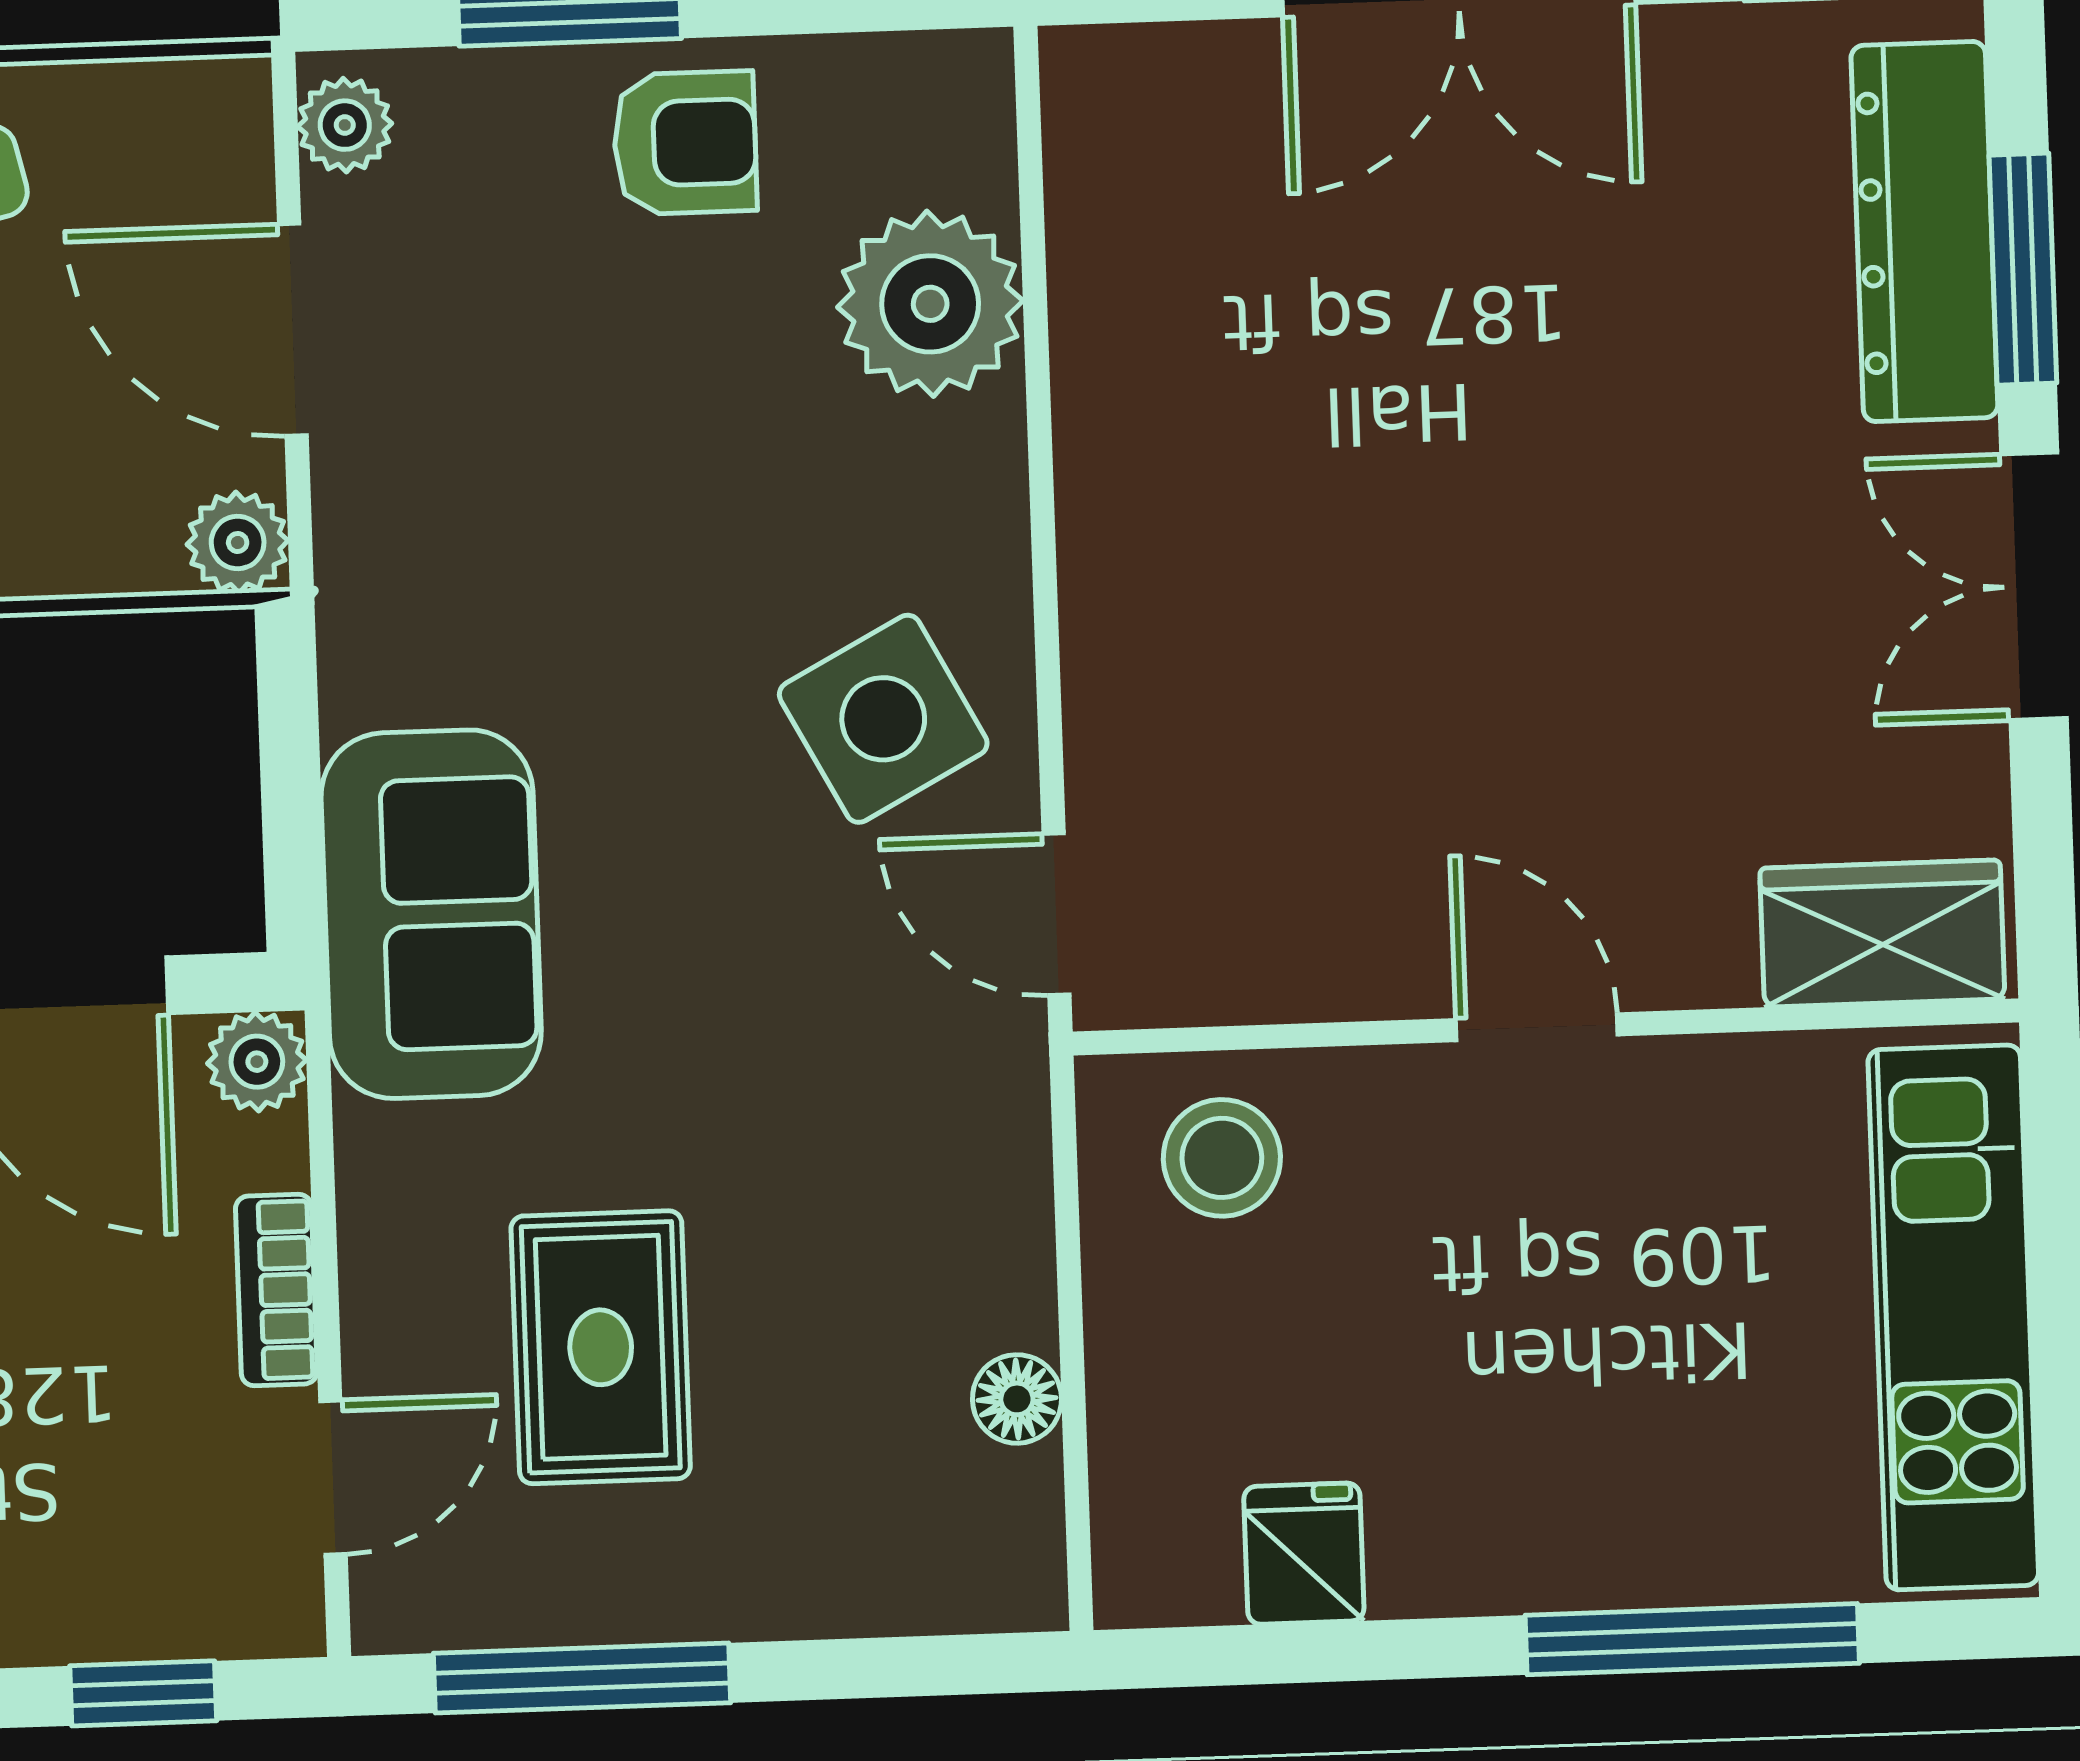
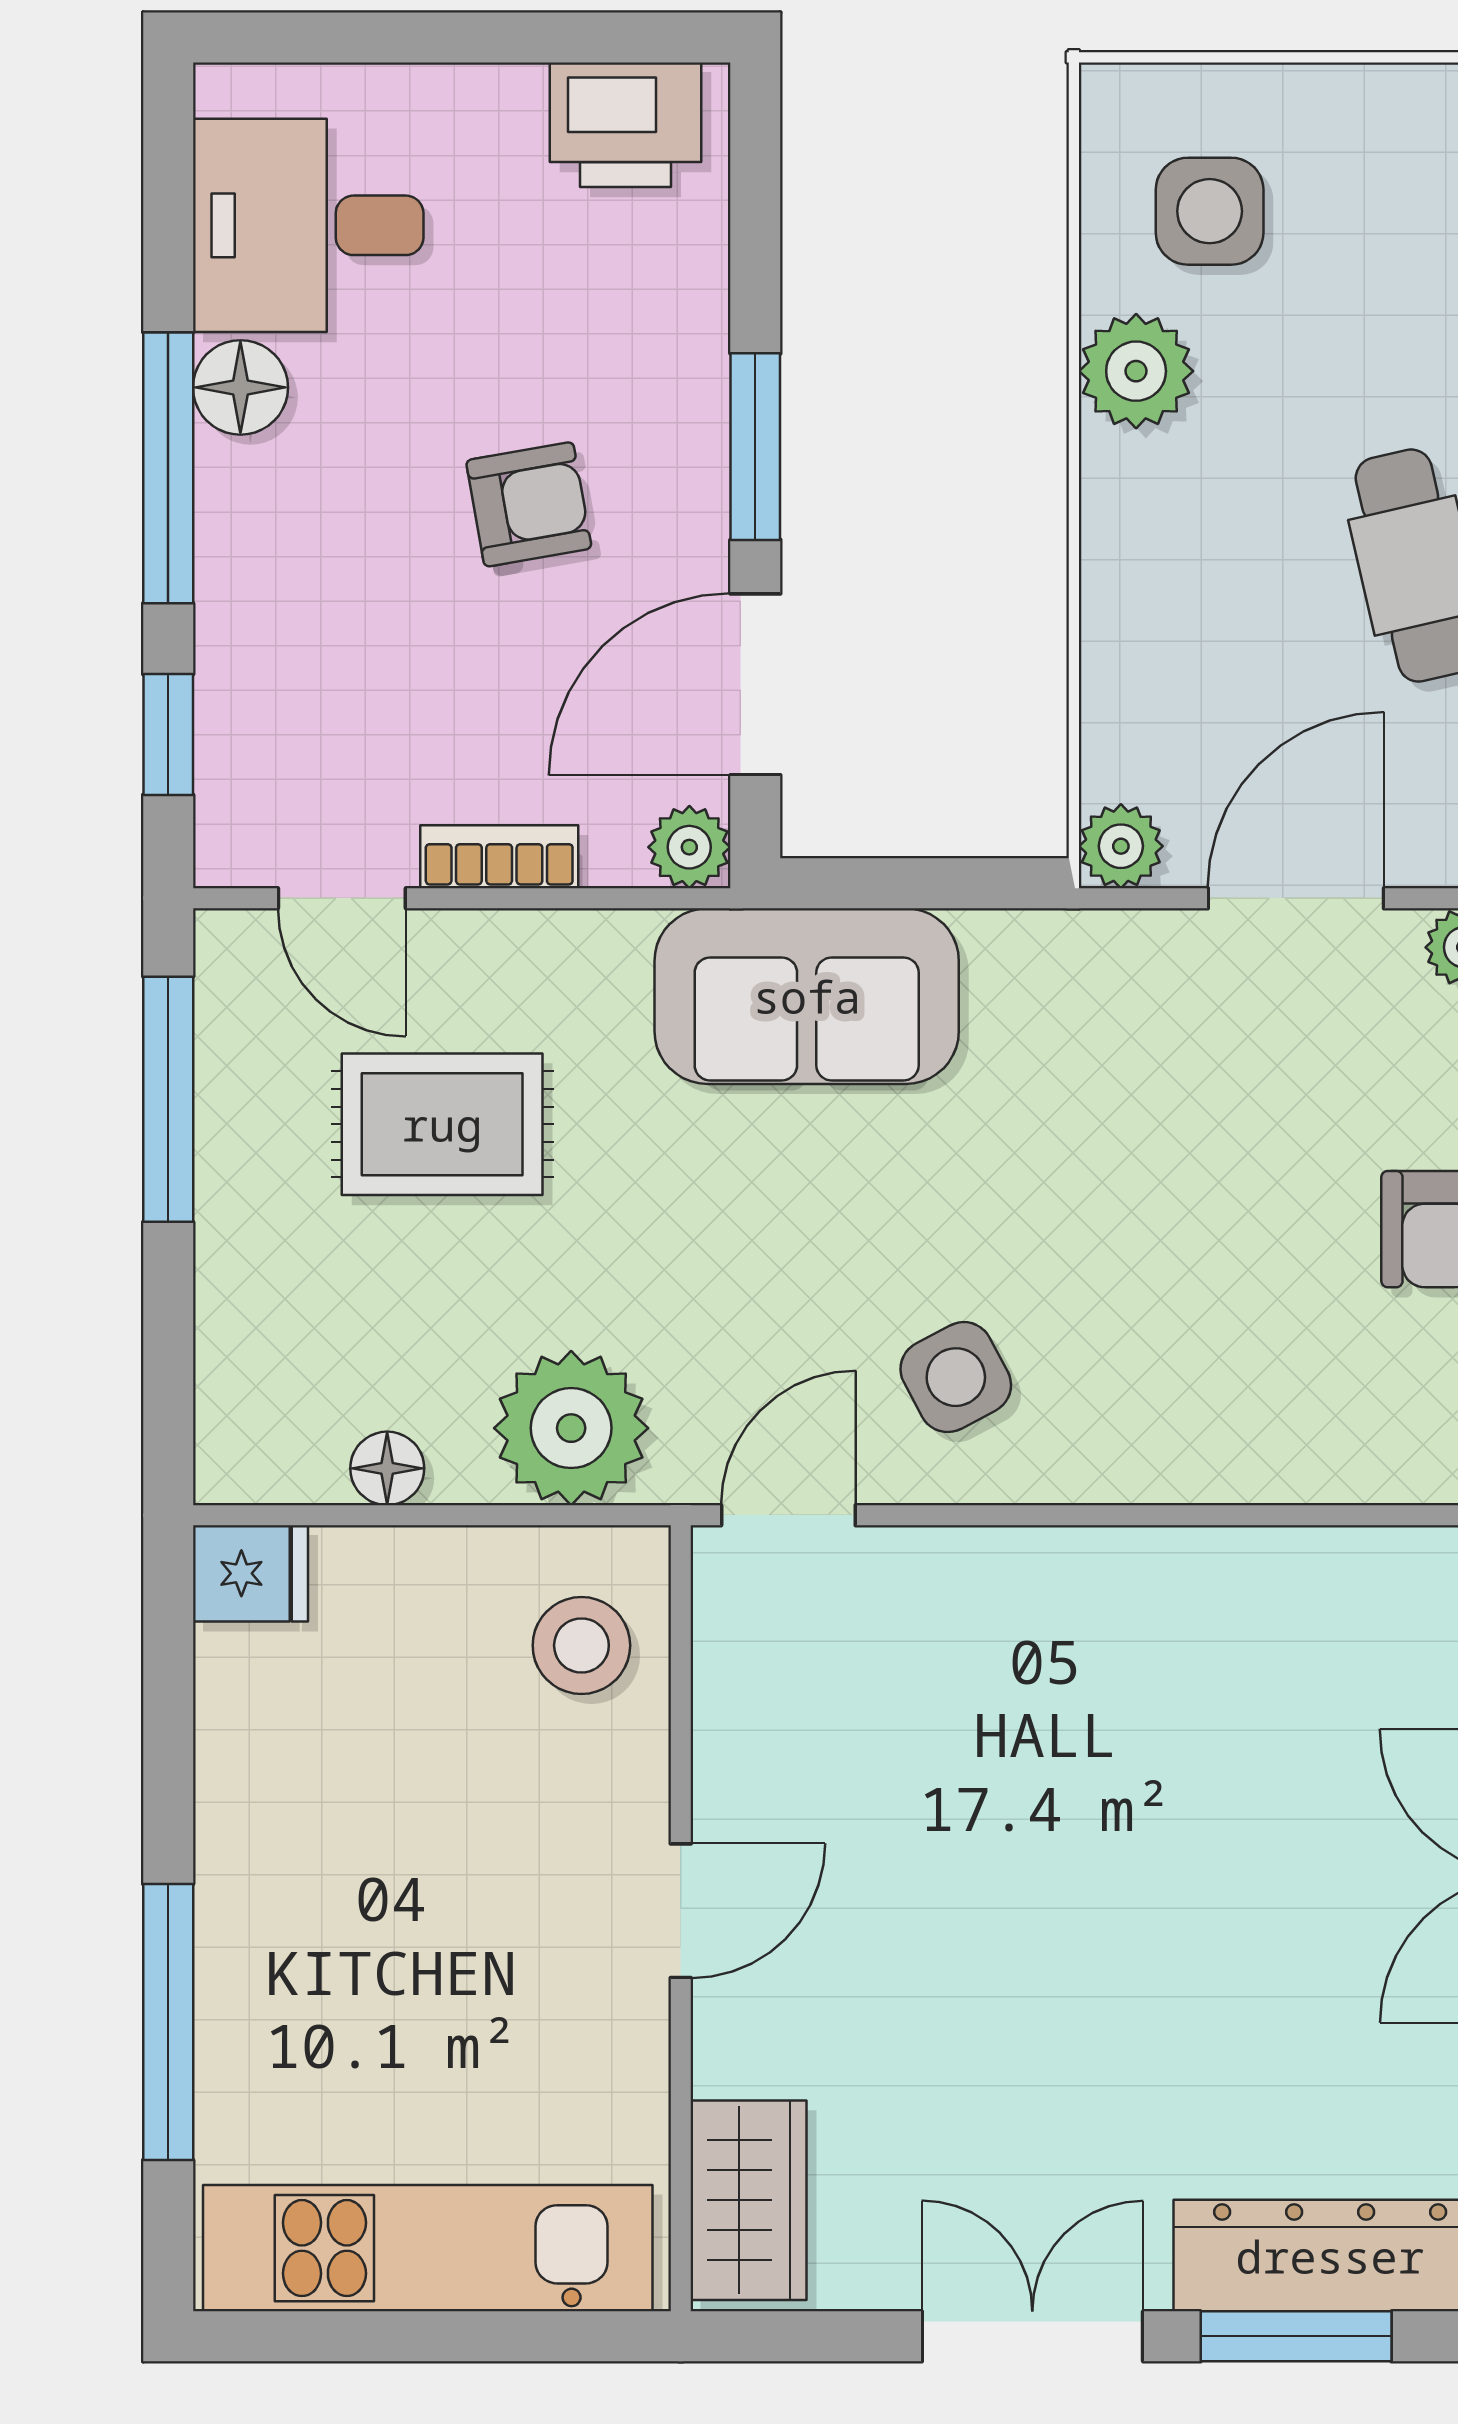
plant: (930, 304) -> (571, 1428), moved
side table: (883, 719) -> (956, 1377), width x0.73, depth x0.73
fridge: (1304, 1554) -> (251, 1573), moved

